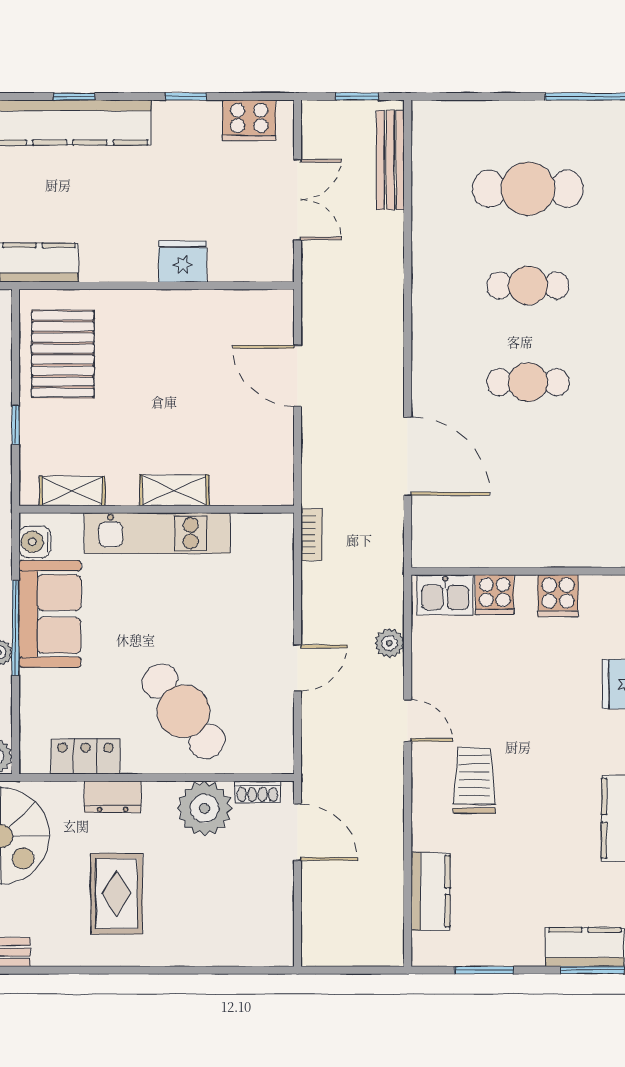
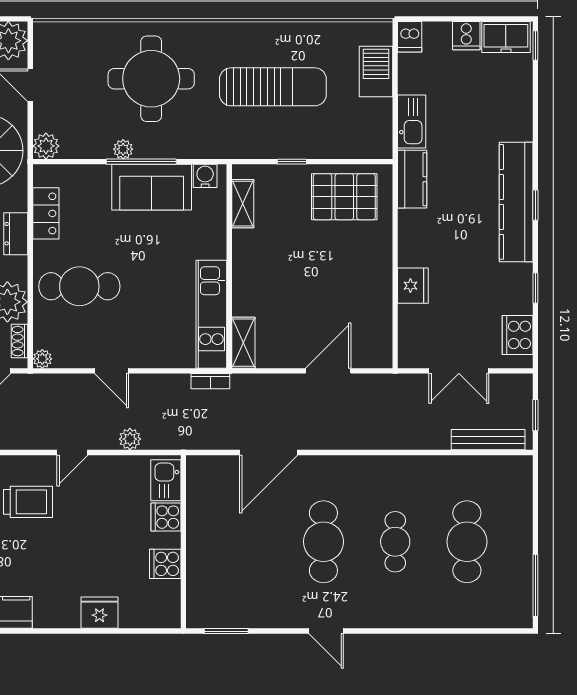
cafe table: (528, 382) -> (323, 542), width x1.37, depth x1.35
shelving: (174, 490) -> (243, 343), moved
kitchen unit: (157, 533) -> (211, 314), moved
cafe table: (183, 711) -> (79, 286), turned 38
plant: (281, 761) -> (42, 359), added

